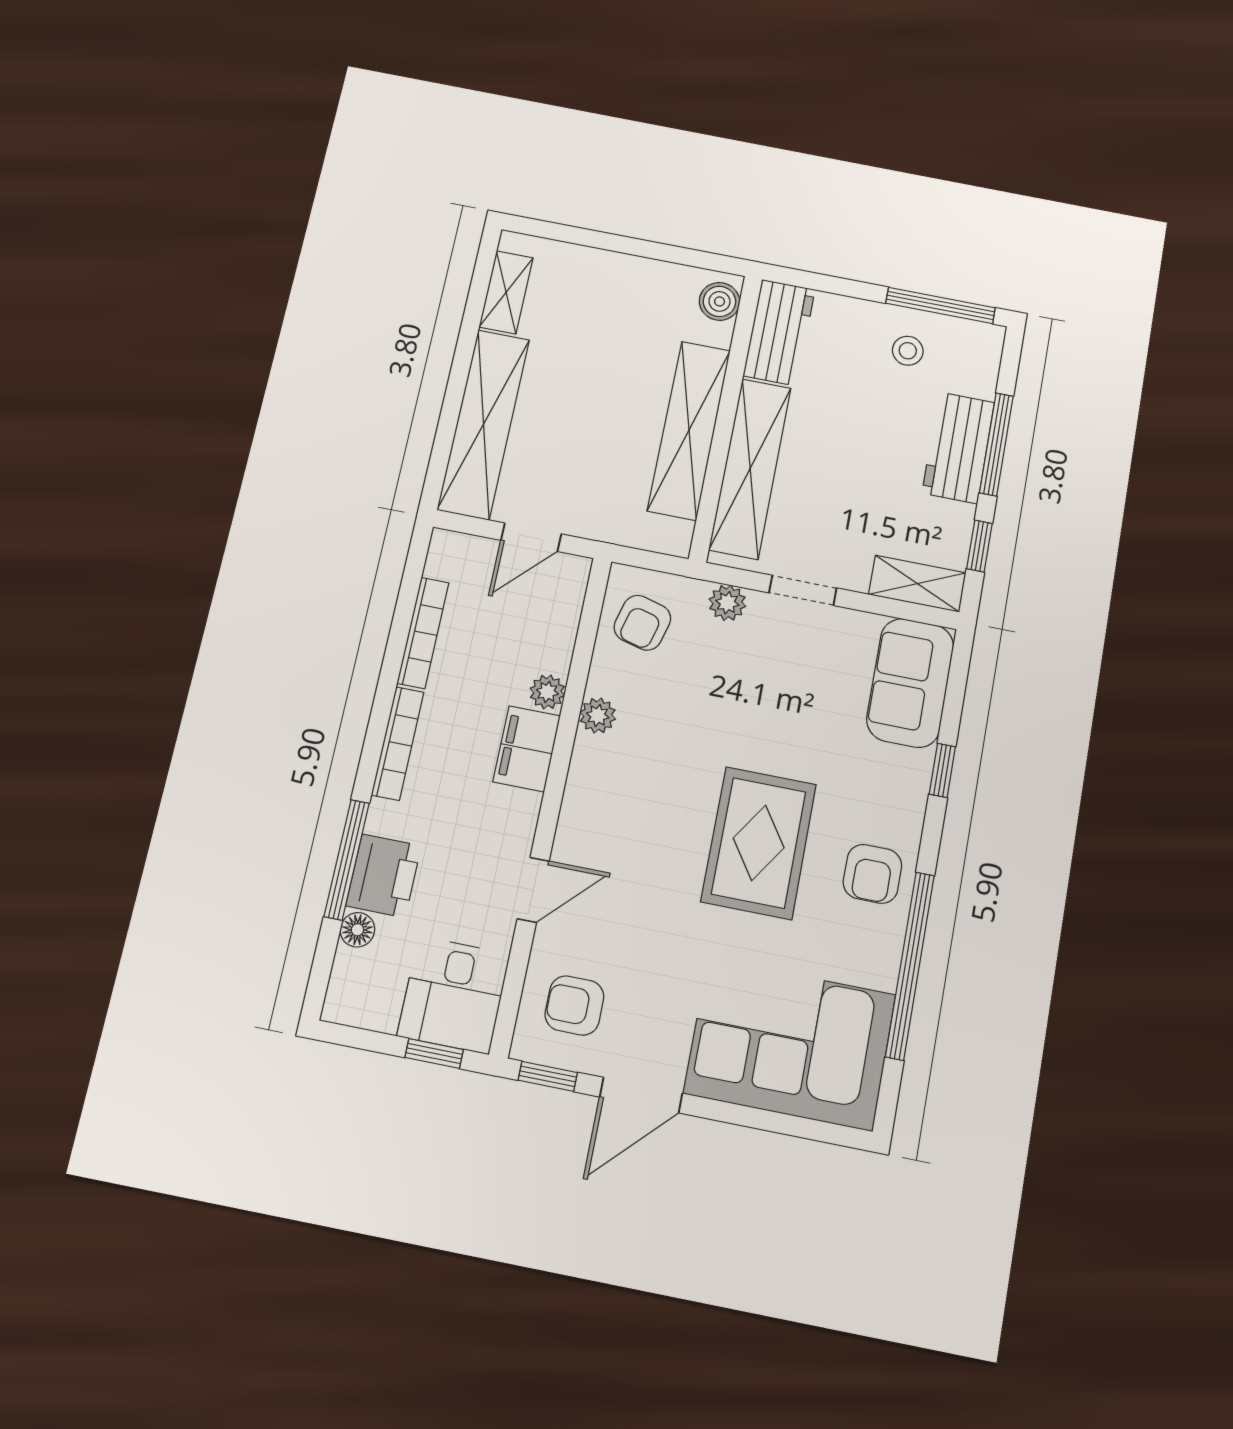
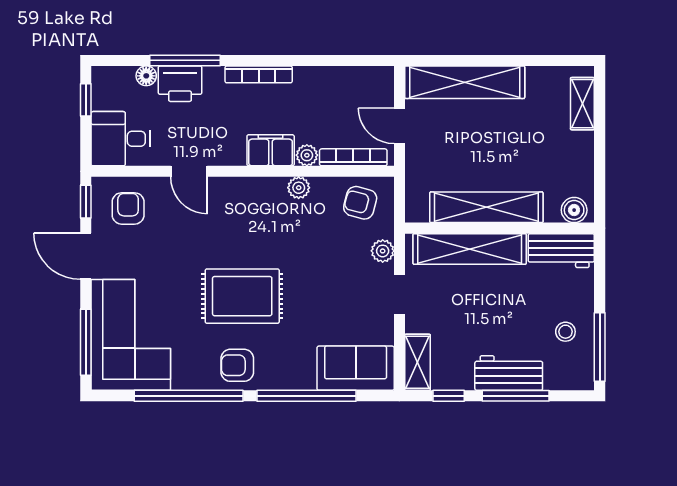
shelving: (506, 292) -> (582, 104), moved, turned 90
bookcase: (423, 633) -> (353, 157), moved, turned 180
window: (942, 770) -> (306, 396), width x3.17
window: (434, 1053) -> (86, 100), moved
window: (789, 1125) -> (86, 342), added

